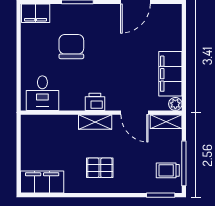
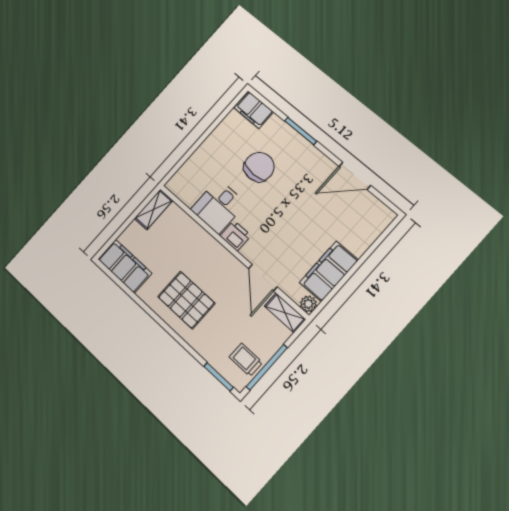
desk: (42, 93) -> (218, 206), moved
shelving: (95, 122) -> (154, 209), moved, turned 90
pallet: (100, 168) -> (186, 300), width x1.50, depth x1.42

